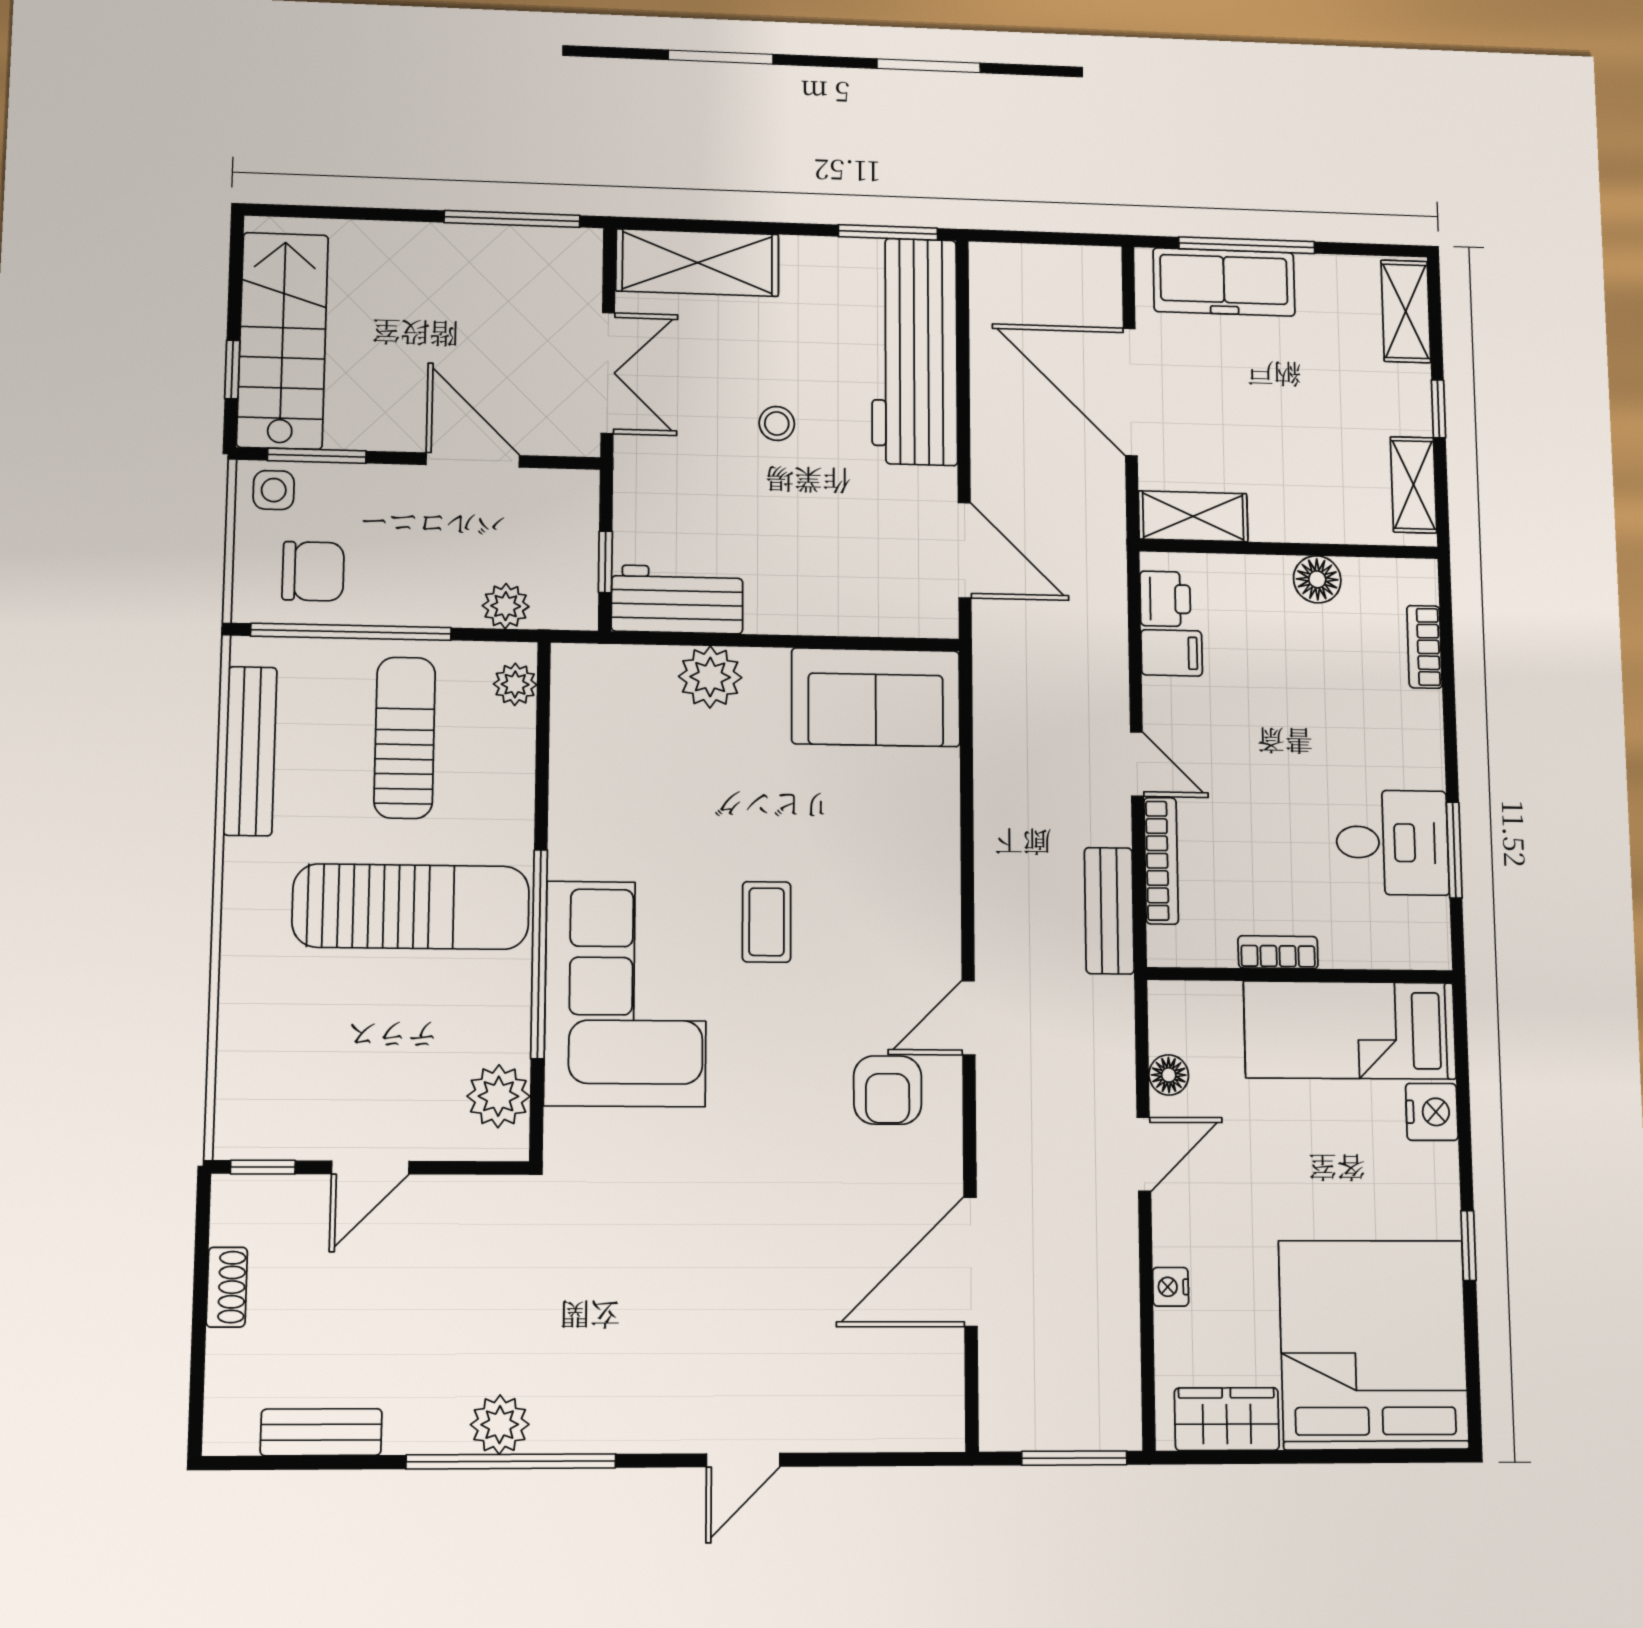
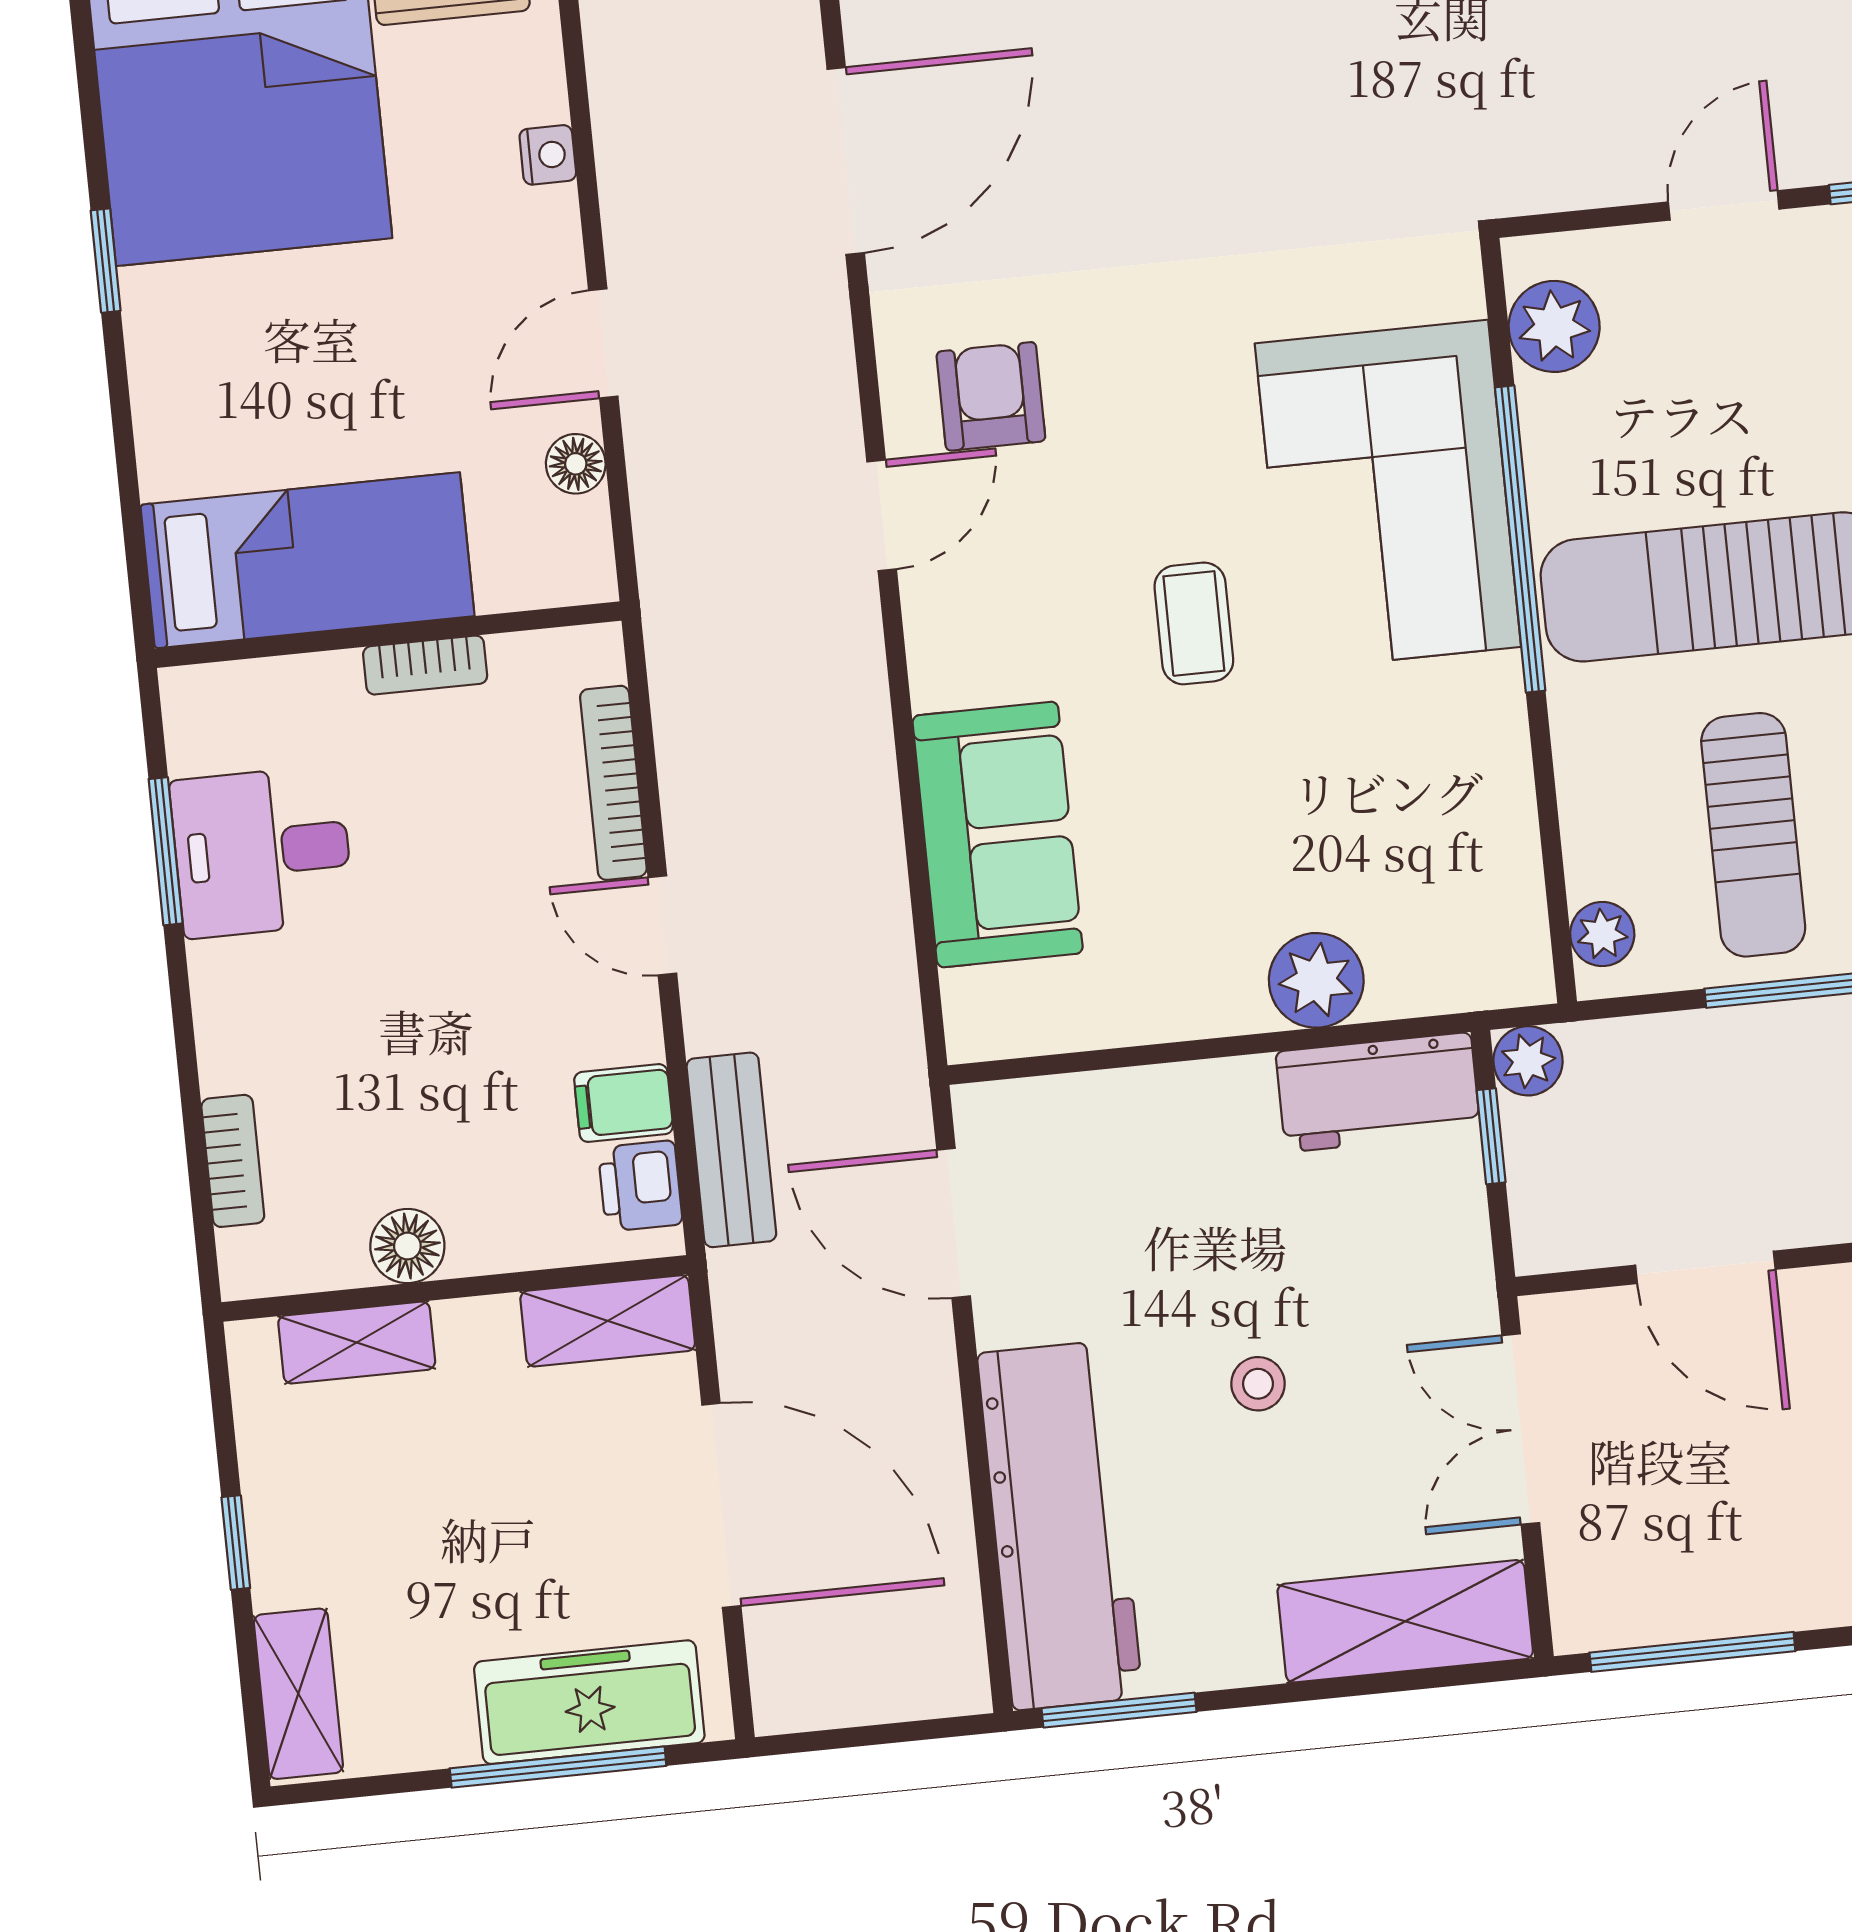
shelving: (1414, 485) -> (357, 1343), moved, turned 90
plant: (506, 606) -> (1528, 1061), moved
sofa: (876, 697) -> (998, 834), moved, turned 90
bench: (1109, 911) -> (731, 1150), moved
nightstand: (1432, 1112) -> (174, 452), removed

